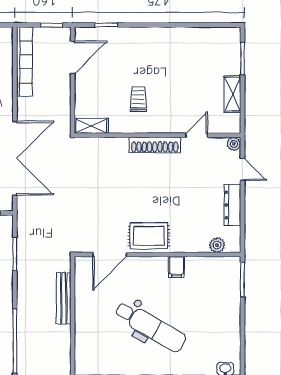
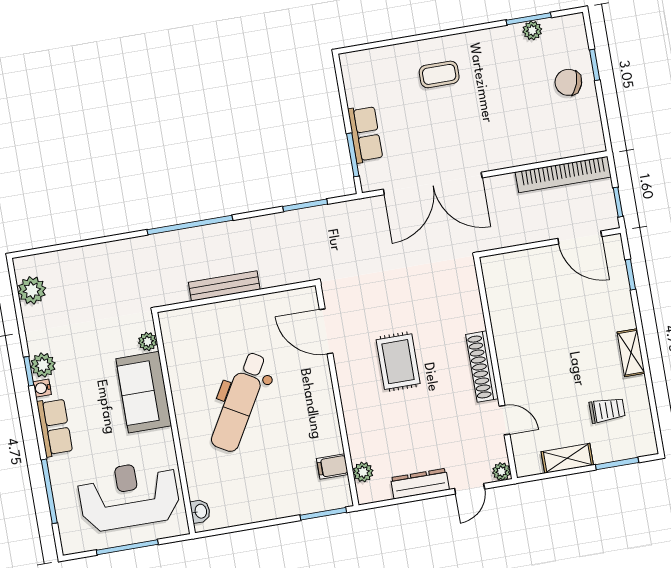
trolley: (138, 99) -> (607, 410), moved
shelving: (91, 126) -> (631, 353), moved
rug: (149, 236) -> (398, 362), moved
filing cabinet: (177, 267) -> (332, 467), moved
bench: (64, 298) -> (224, 286), moved

